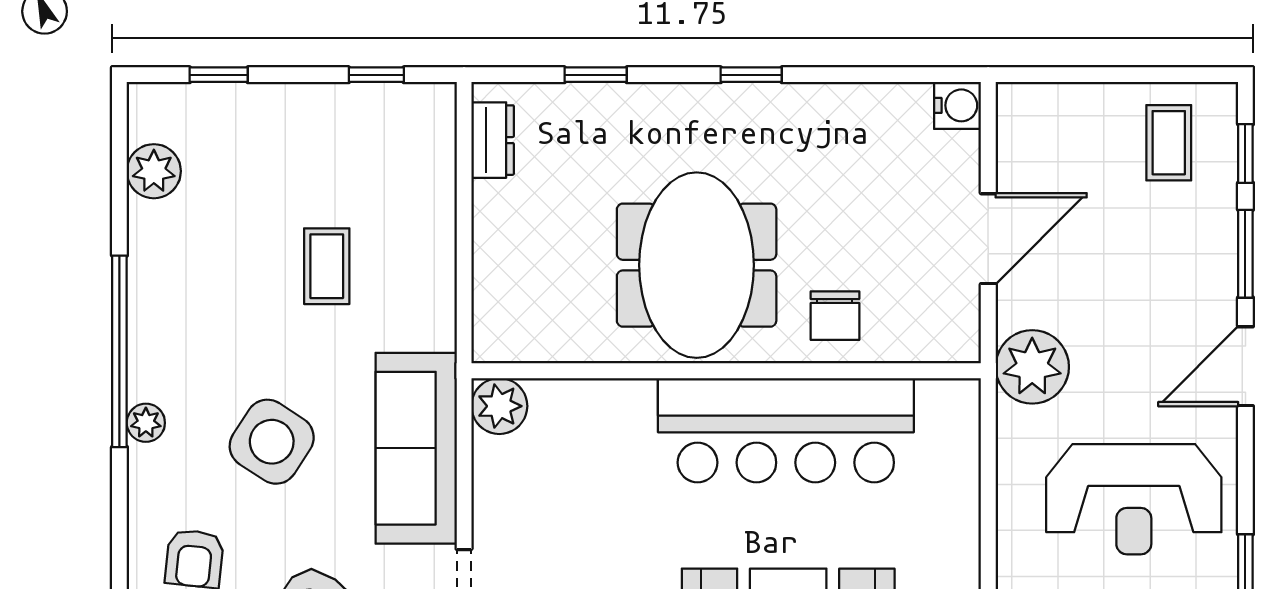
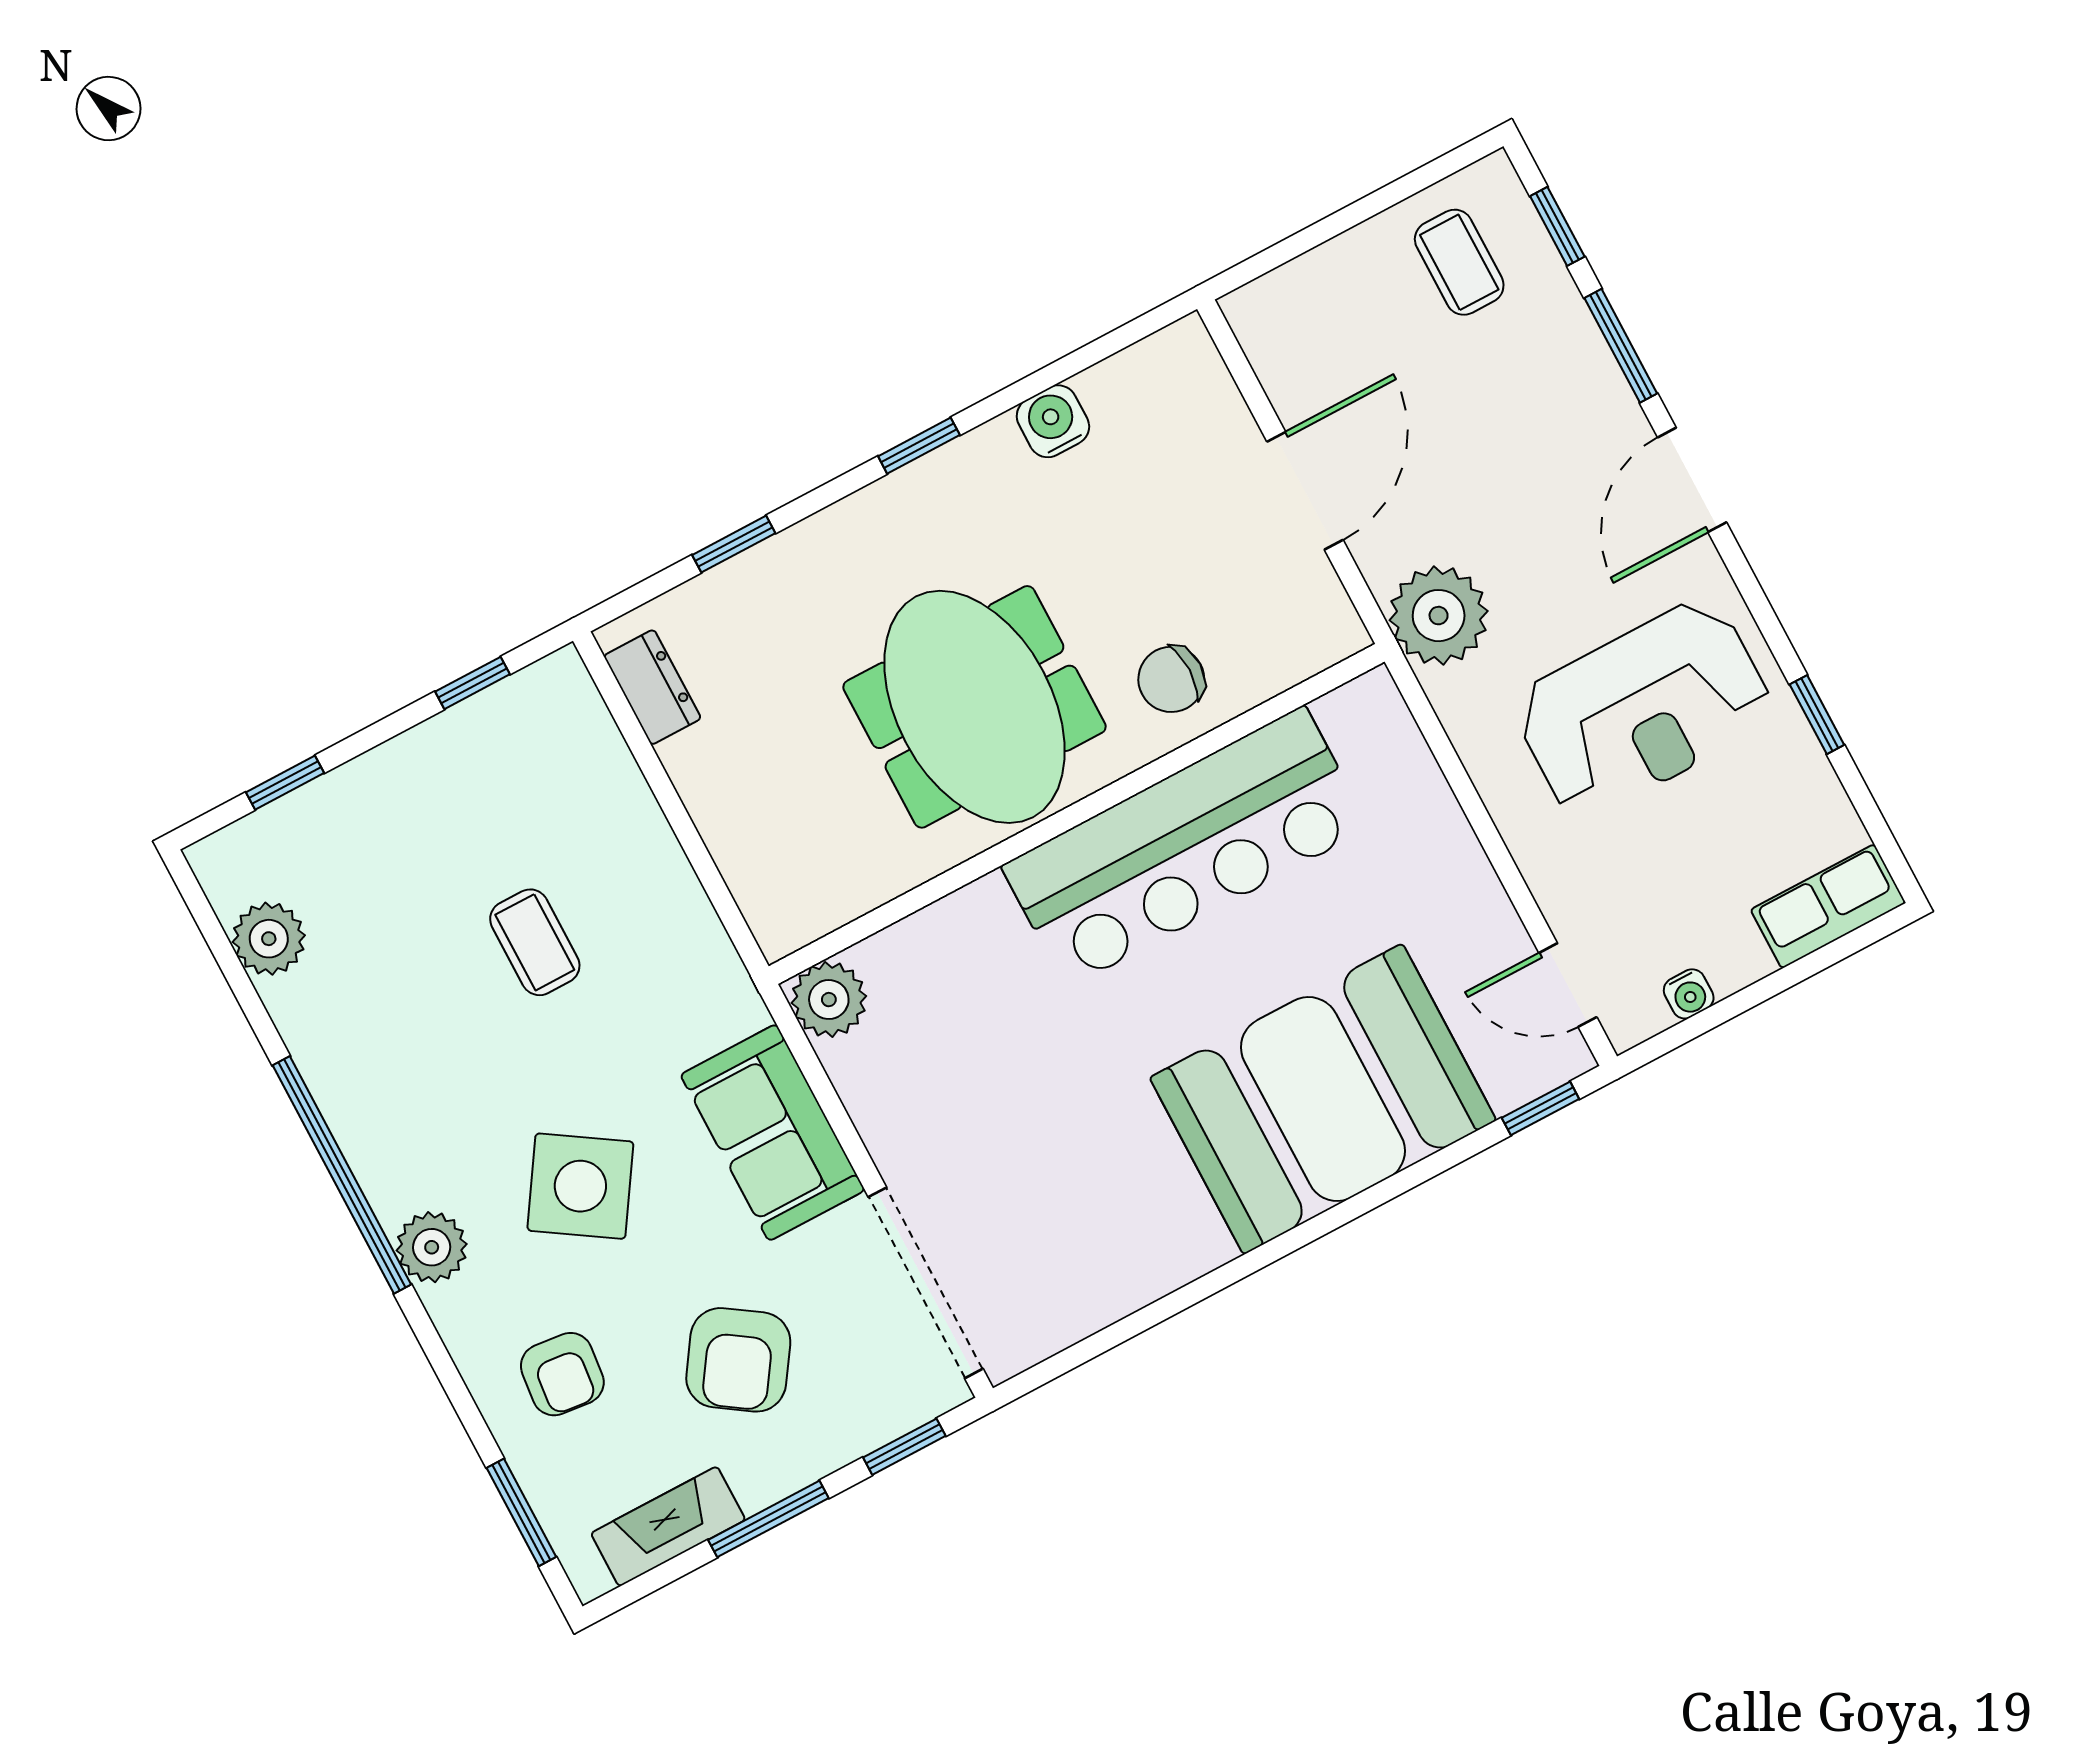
water cooler: (958, 105) -> (1053, 421), moved, turned -90
chair: (835, 316) -> (1171, 679), turned 90
plant: (146, 423) -> (432, 1247), width x1.38, depth x1.38
sofa: (416, 448) -> (773, 1133), width x0.73

